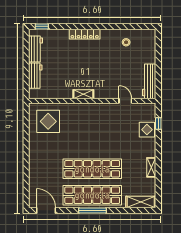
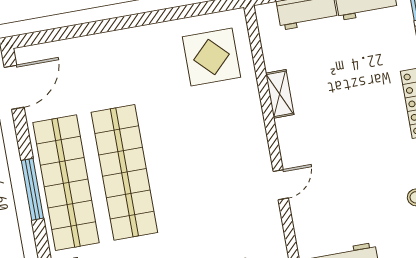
shelving: (83, 94) -> (280, 94), moved
door: (125, 101) -> (281, 185), moved

